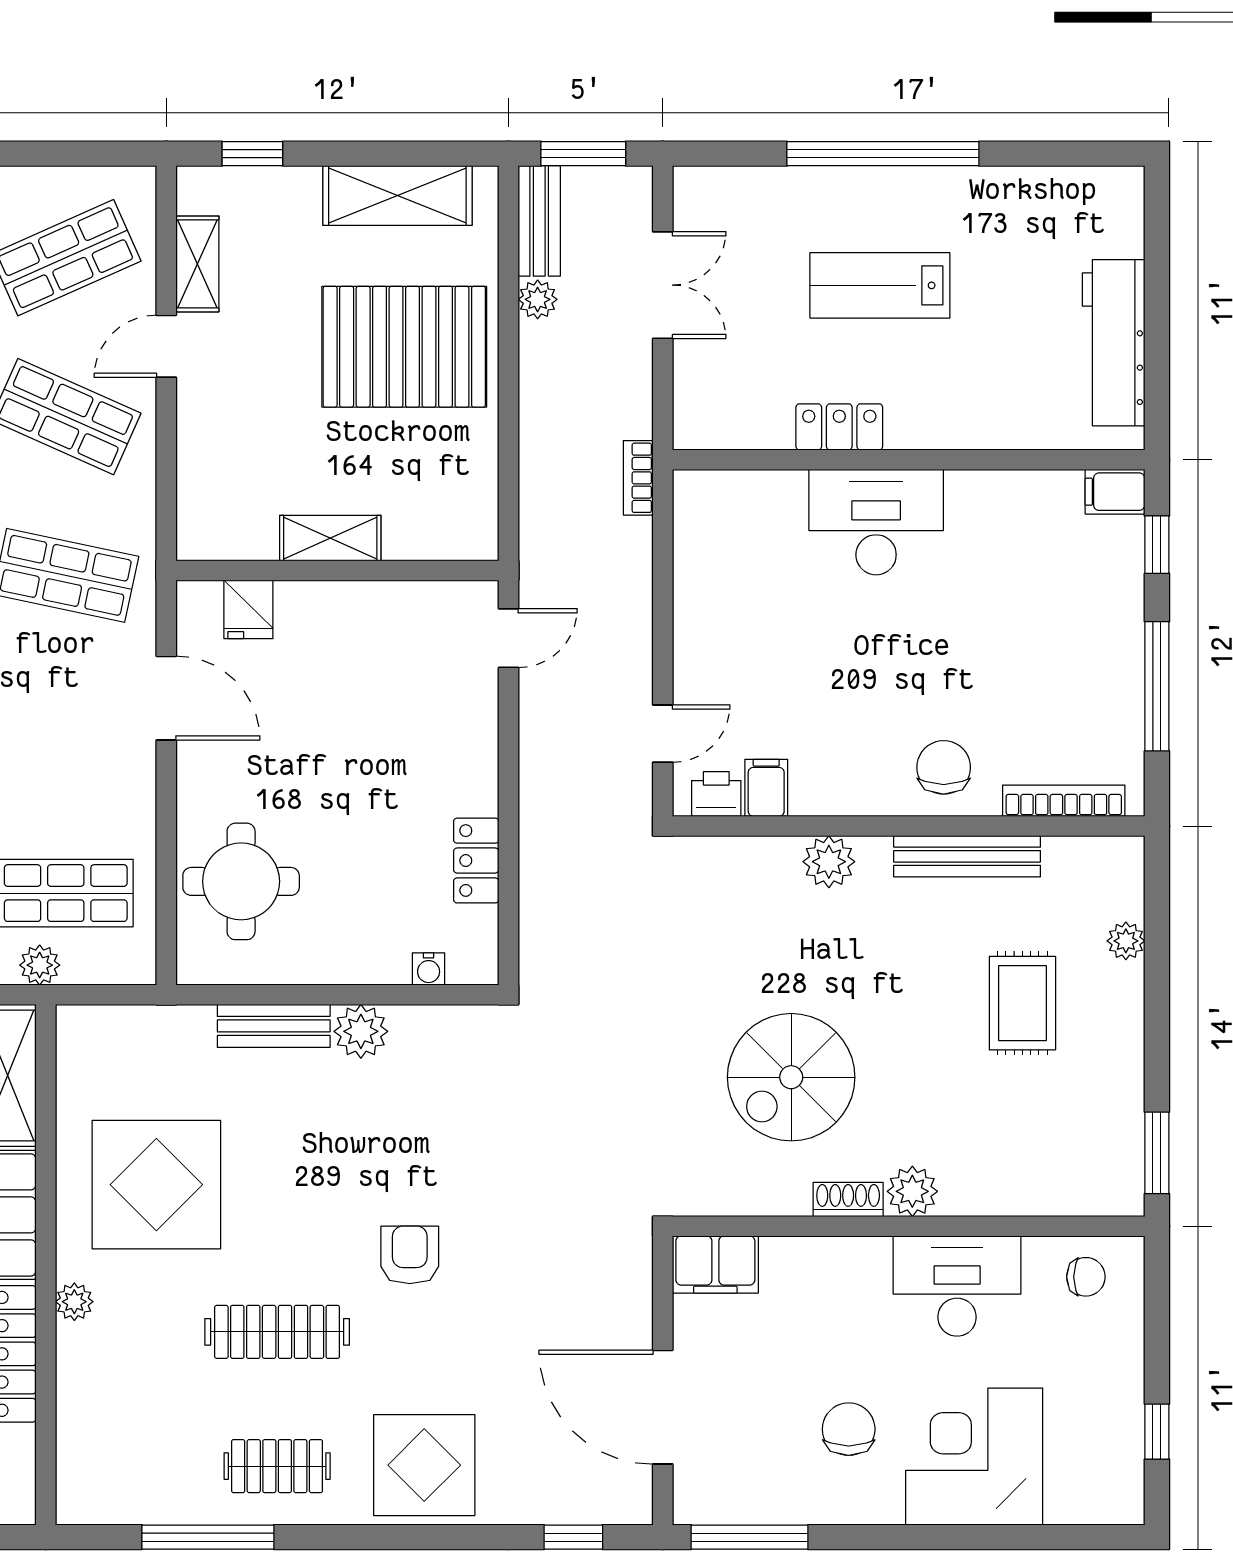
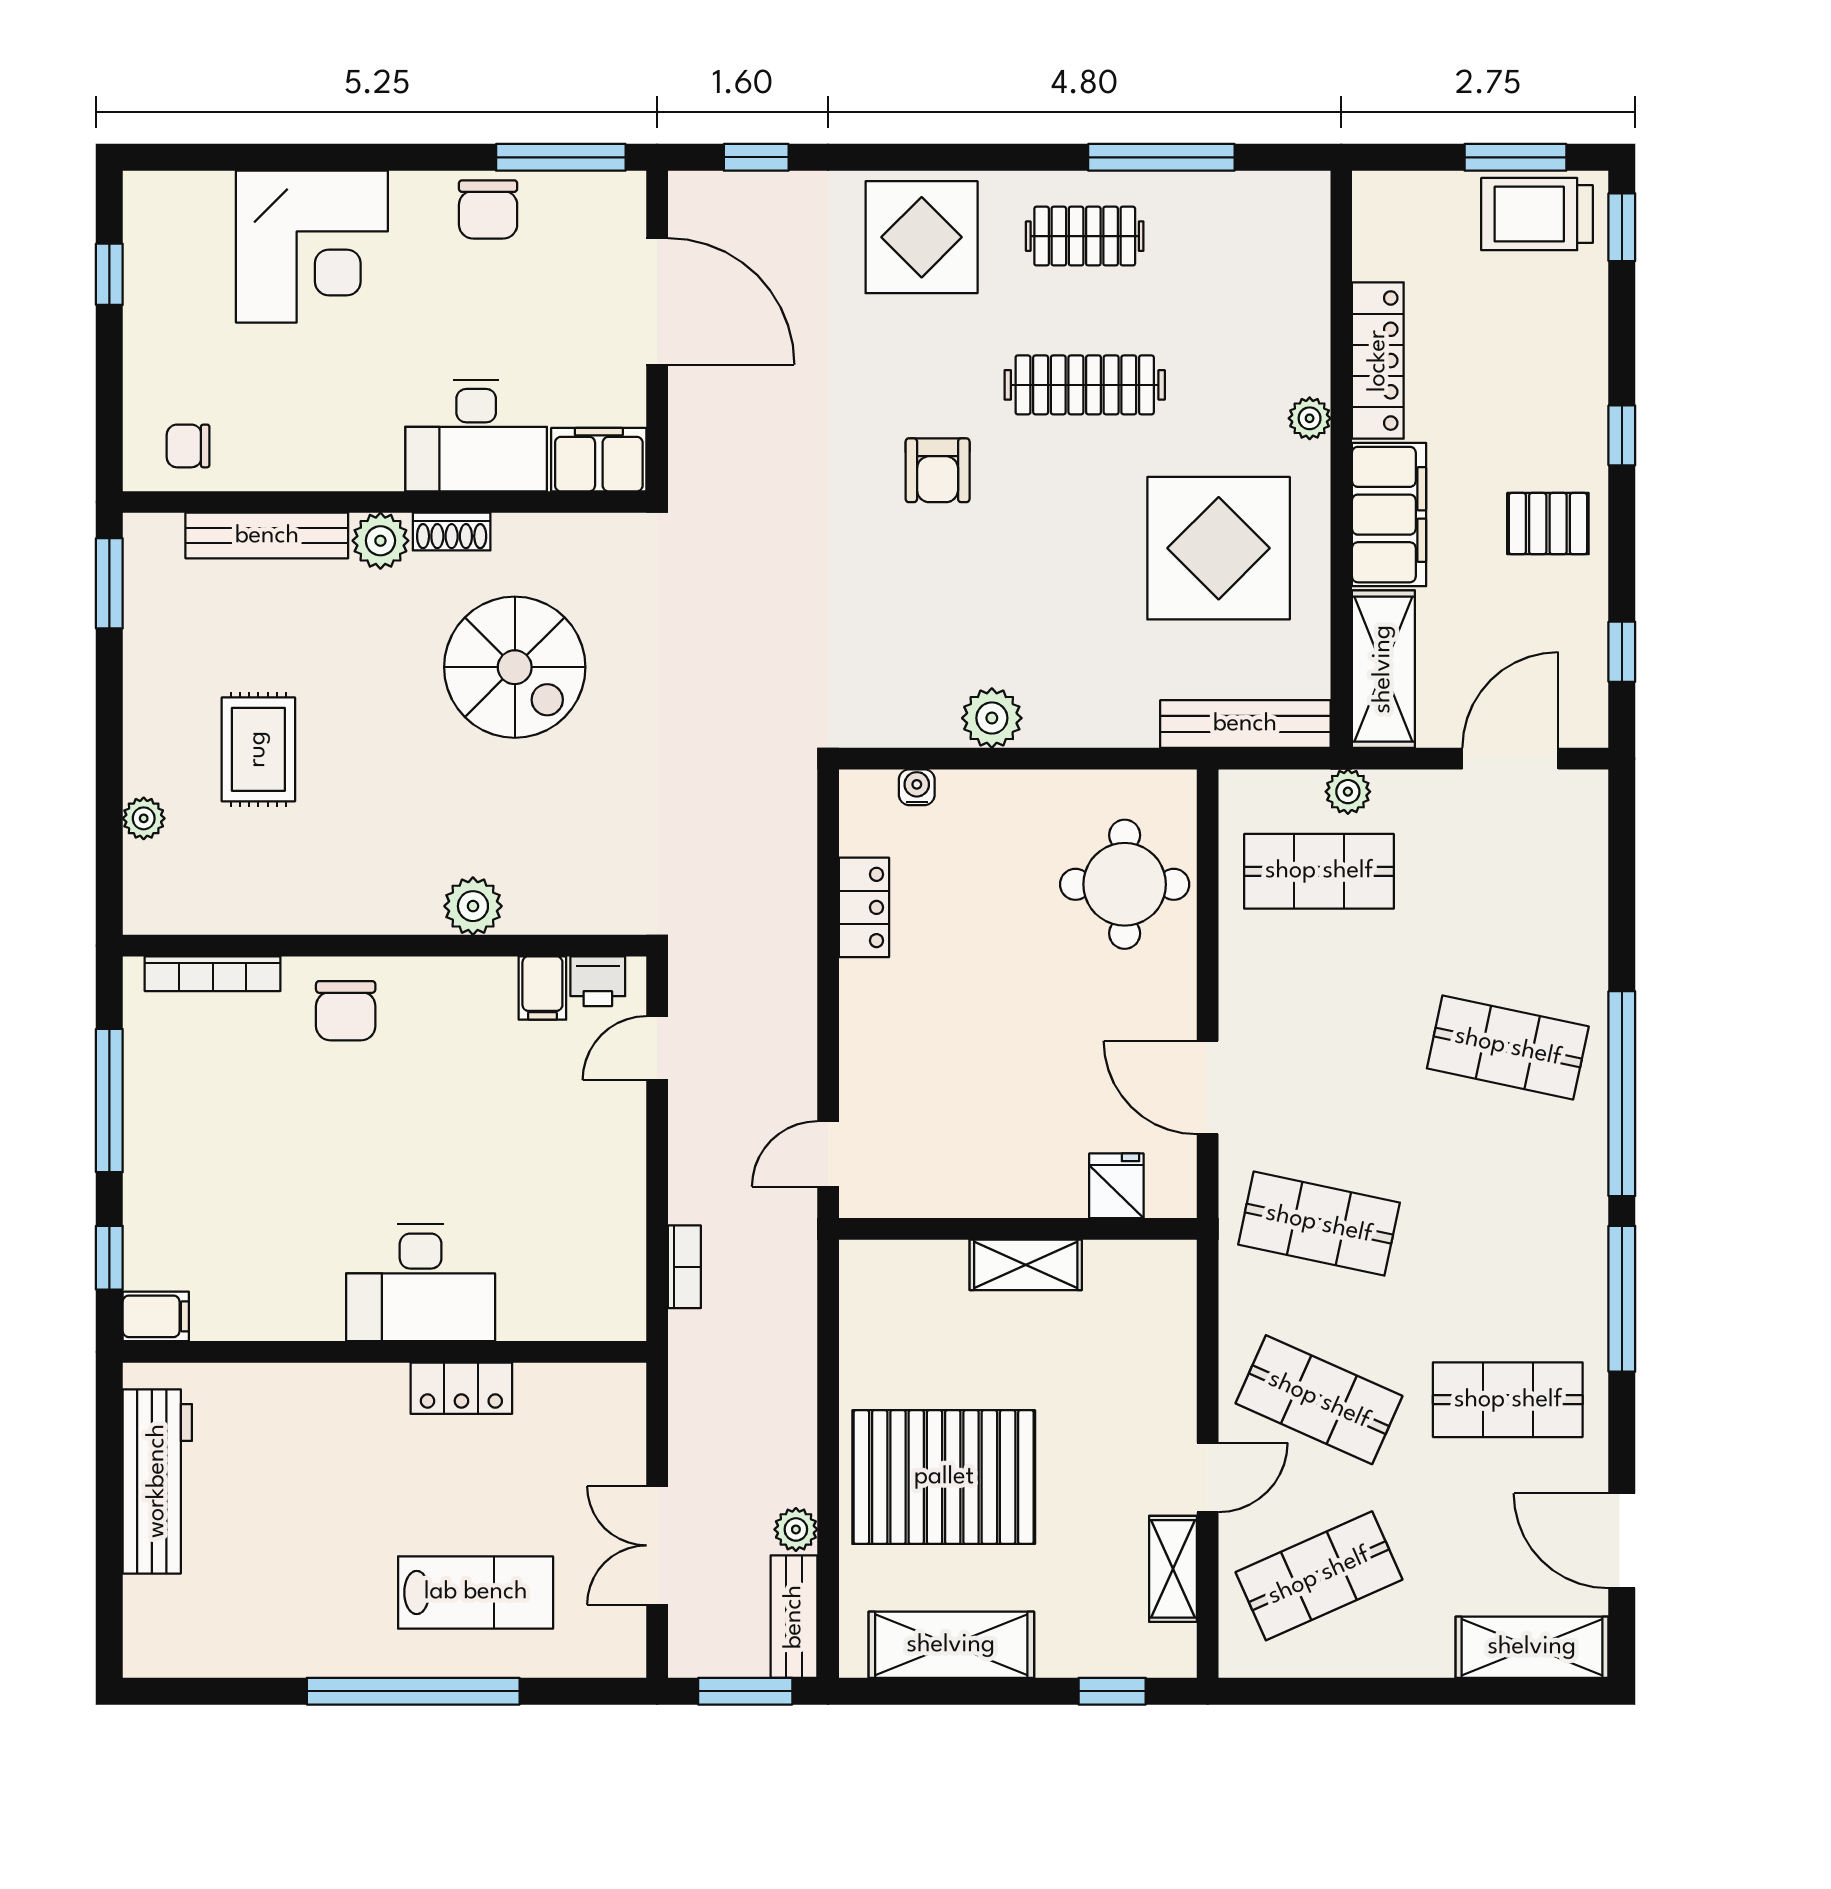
lab bench: (880, 285) -> (476, 1592), moved
bookcase: (638, 478) -> (684, 1267), moved
bench: (967, 856) -> (267, 536), moved
bench: (274, 1026) -> (1245, 724), moved, width x1.36
spiral stairs: (791, 1077) -> (515, 667), turned 90
desk: (957, 1286) -> (476, 436), moved
chair: (849, 1429) -> (488, 209), moved

